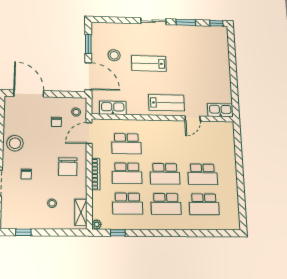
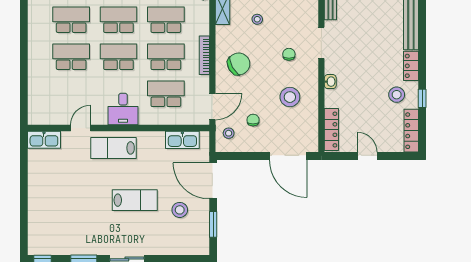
desk: (160, 132) -> (123, 109), added
stool: (15, 143) -> (290, 97), moved
chair: (68, 167) -> (239, 64), turned 61

